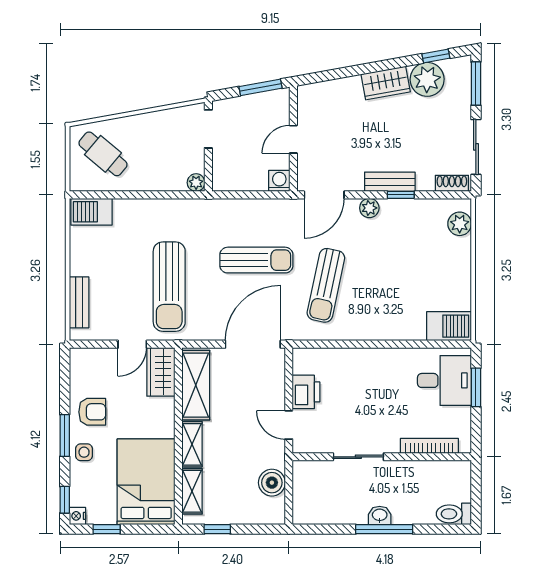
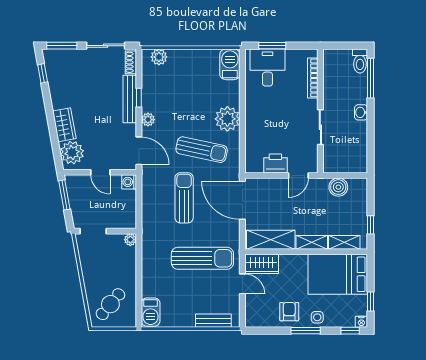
plant: (427, 79) -> (72, 153), moved
wardrobe: (386, 83) -> (64, 125), moved
bench: (390, 182) -> (130, 99), width x1.36
plant: (370, 323) -> (227, 119), added
window: (384, 529) -> (371, 78), moved

